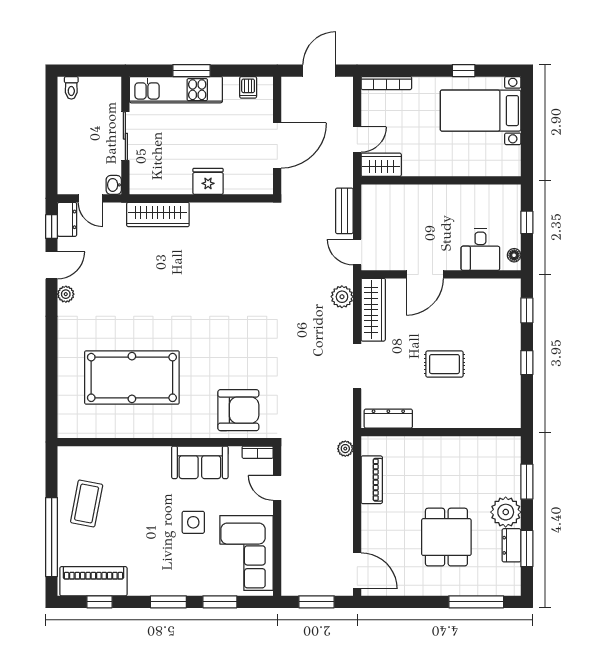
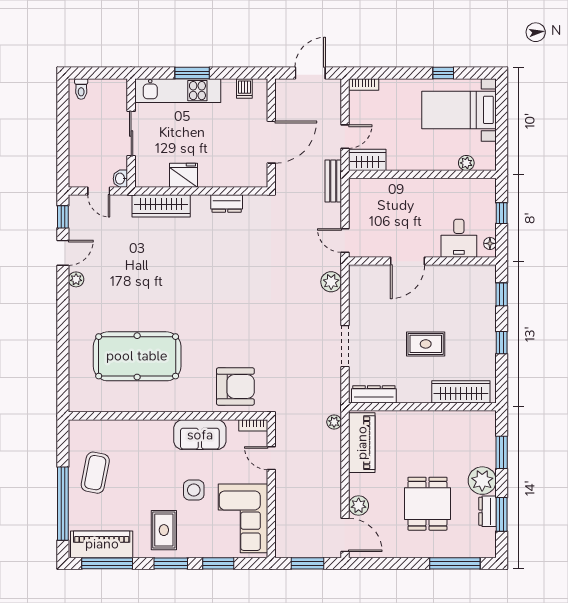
bookcase: (386, 83) -> (364, 84), width x0.64
plant: (488, 168) -> (466, 163), added
fridge: (208, 181) -> (184, 175), moved
bench: (344, 211) -> (333, 181), moved
dresser: (67, 219) -> (227, 204), moved, turned 90
wardrobe: (373, 310) -> (461, 392), moved, turned -90
piano: (372, 480) -> (362, 443), width x1.37, depth x1.33
plant: (372, 539) -> (359, 505), added
rug: (161, 566) -> (164, 530), added
window: (99, 602) -> (107, 563), width x2.17

